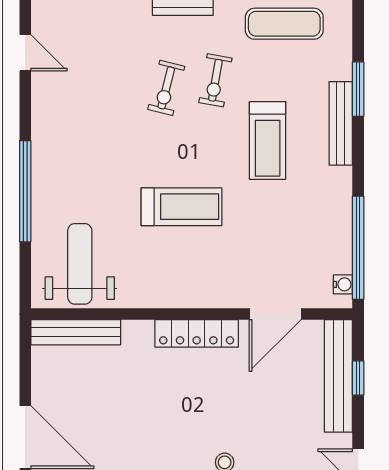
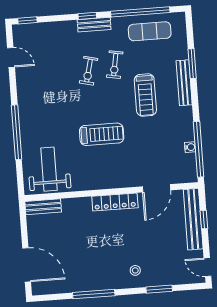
water cooler: (343, 284) -> (190, 147), moved
bench: (76, 332) -> (43, 207), width x0.73

